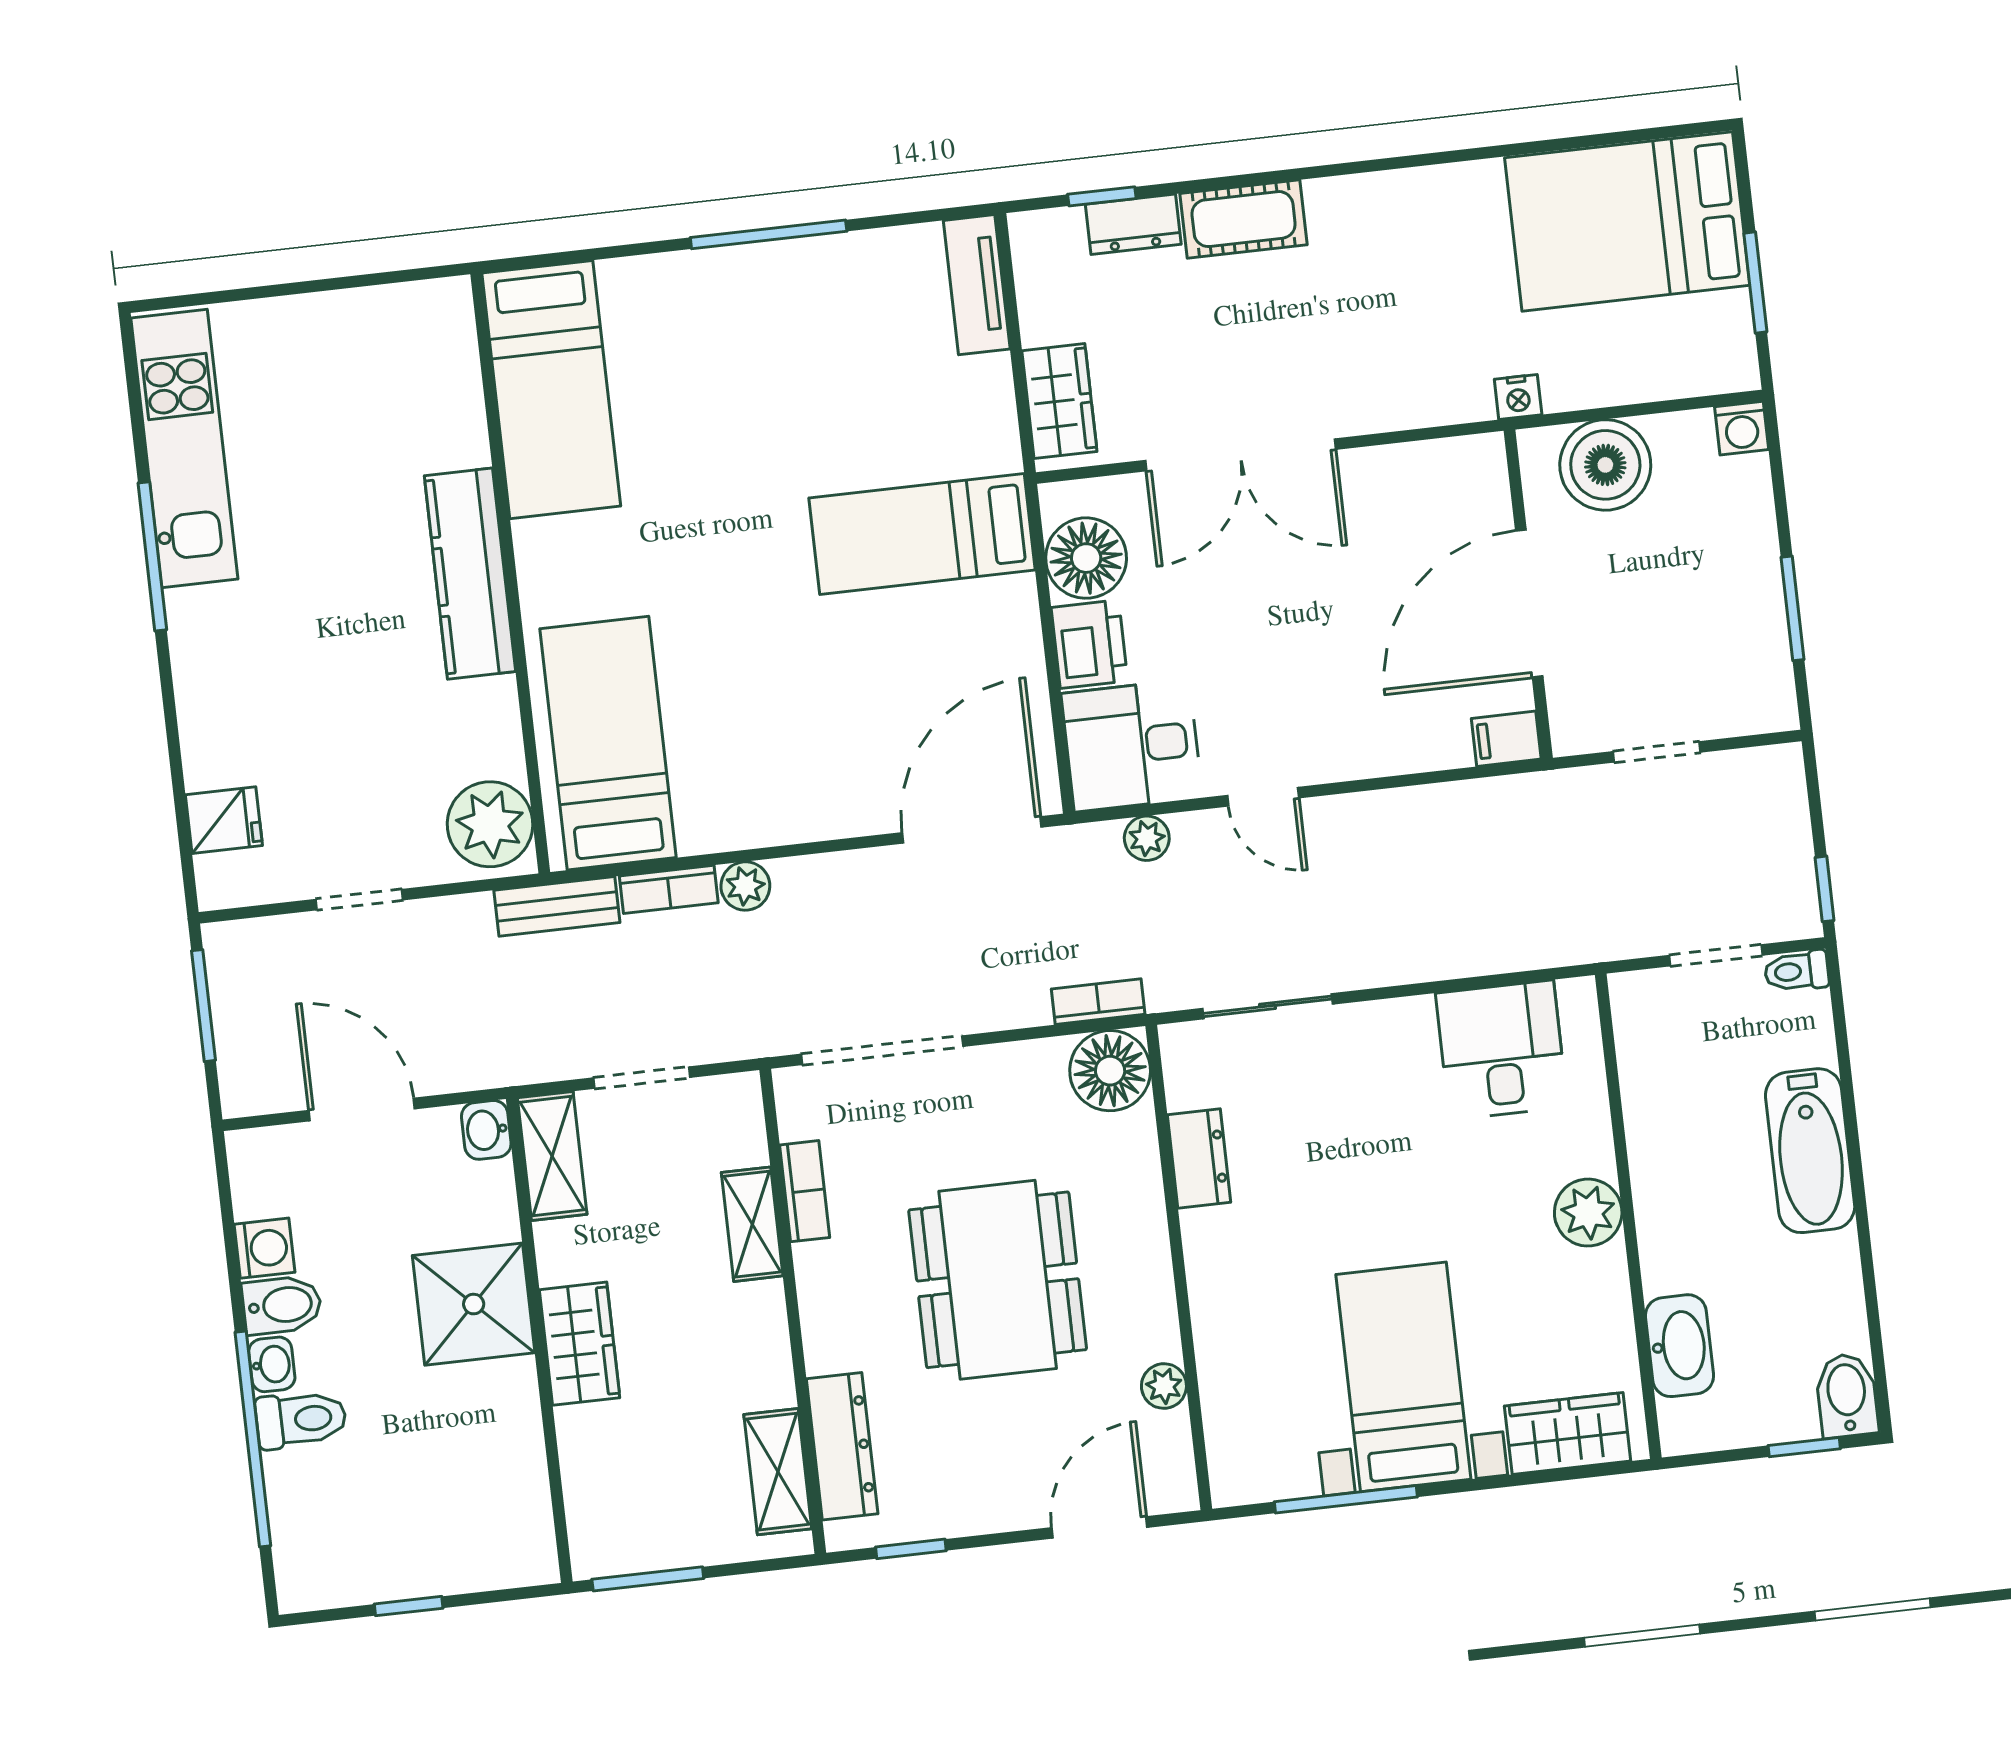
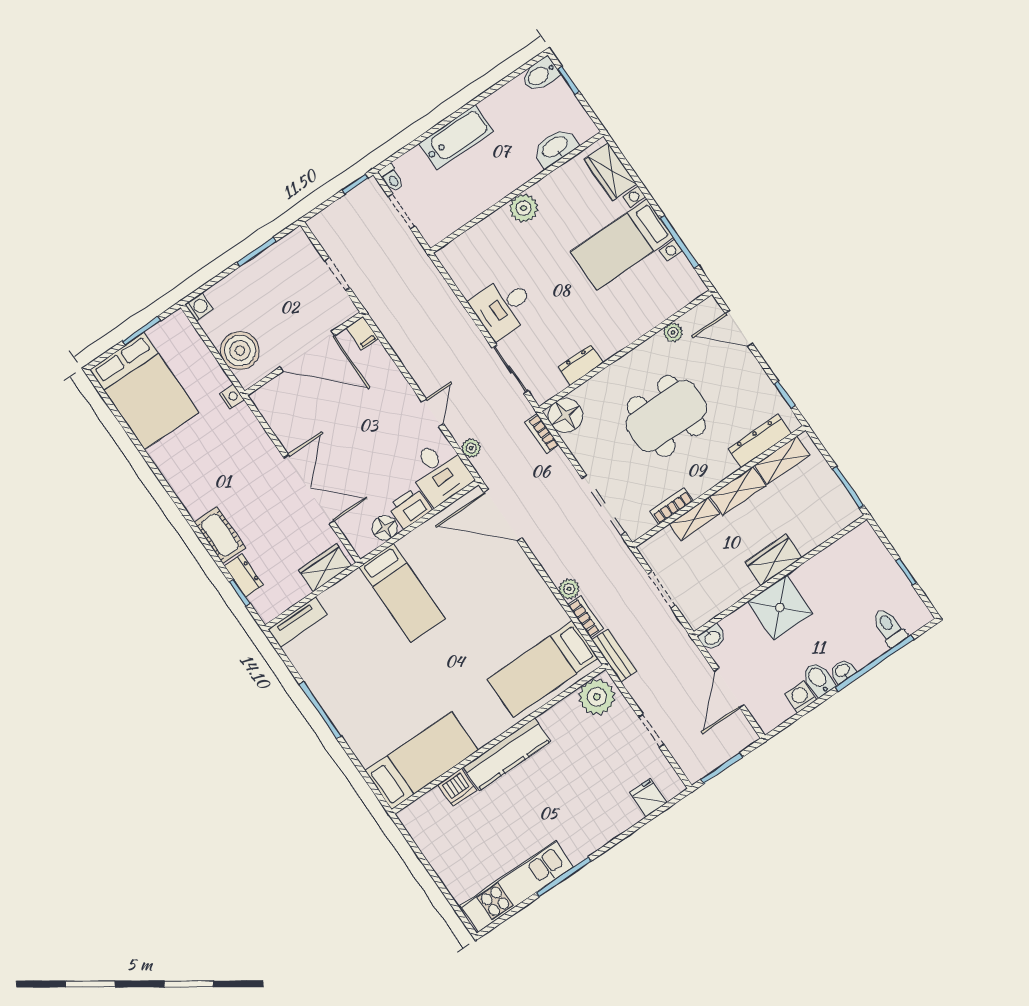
dishwasher: (457, 433) -> (457, 787), added
floor lamp: (1086, 558) -> (385, 528), width x0.73, depth x0.73
desk: (1502, 1050) -> (503, 307), moved
shelving: (552, 1156) -> (738, 491), moved
toilet: (301, 1419) -> (889, 627), moved

